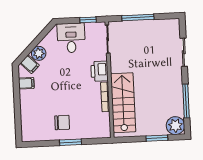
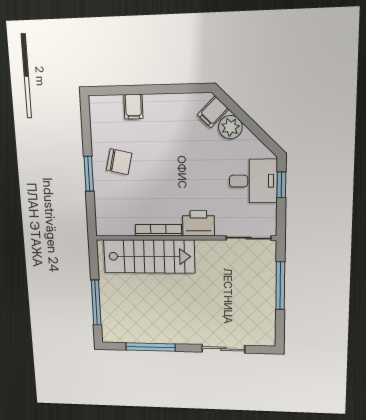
window: (88, 20) -> (281, 185), moved
filing cabinet: (26, 83) -> (133, 107), moved
chair: (62, 123) -> (119, 162), turned -77
plant: (175, 126) -> (115, 330), removed
window: (157, 138) -> (96, 303), width x1.44

